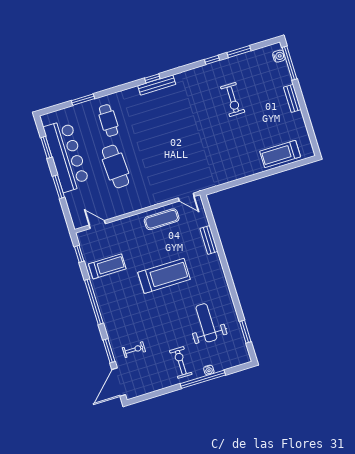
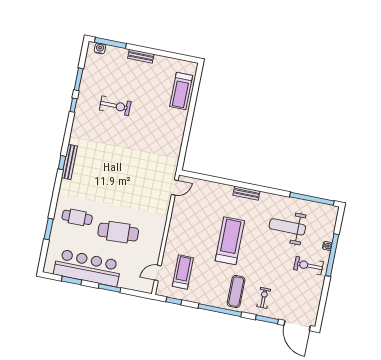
exercise mat: (162, 219) -> (236, 292), moved
bench: (209, 240) -> (246, 193), moved
treadmill: (107, 266) -> (183, 272), moved
window: (245, 332) -> (312, 199), width x2.11
exercise bike: (134, 350) -> (264, 298), moved

